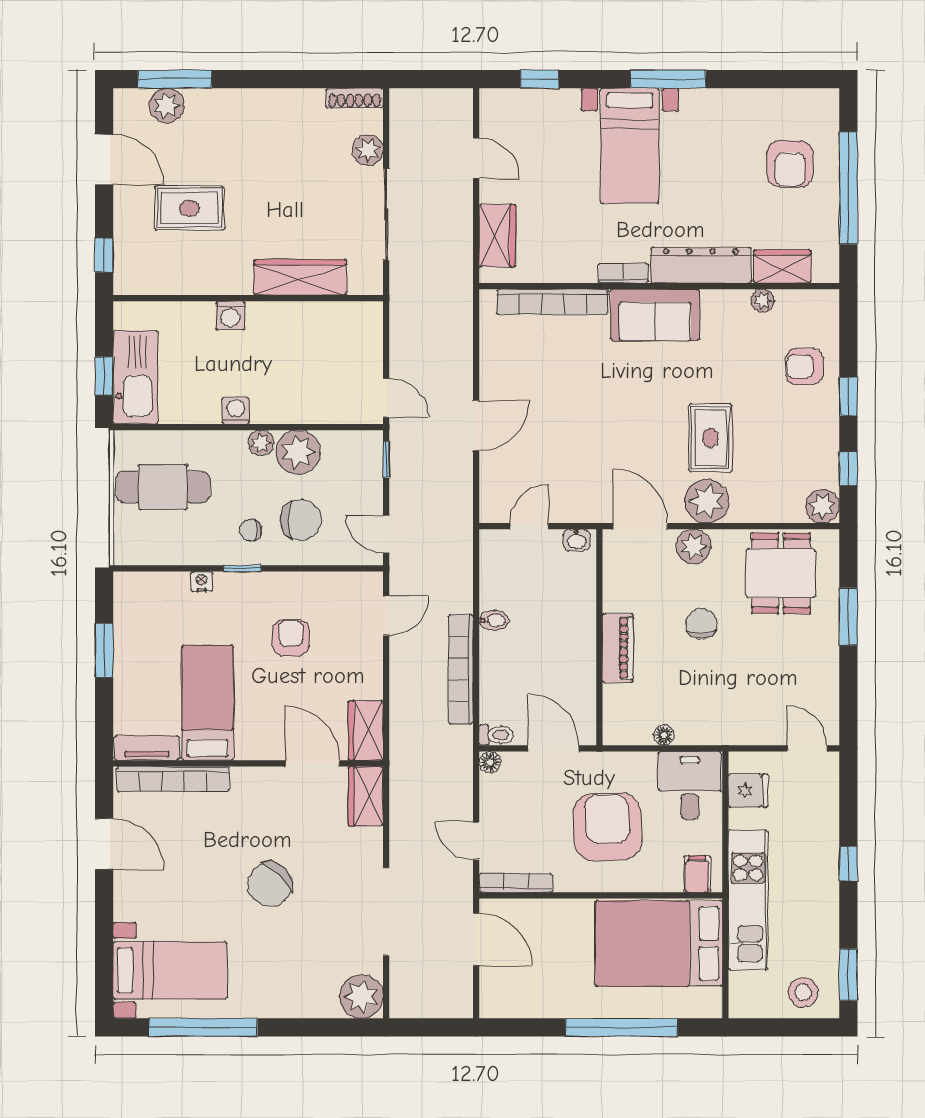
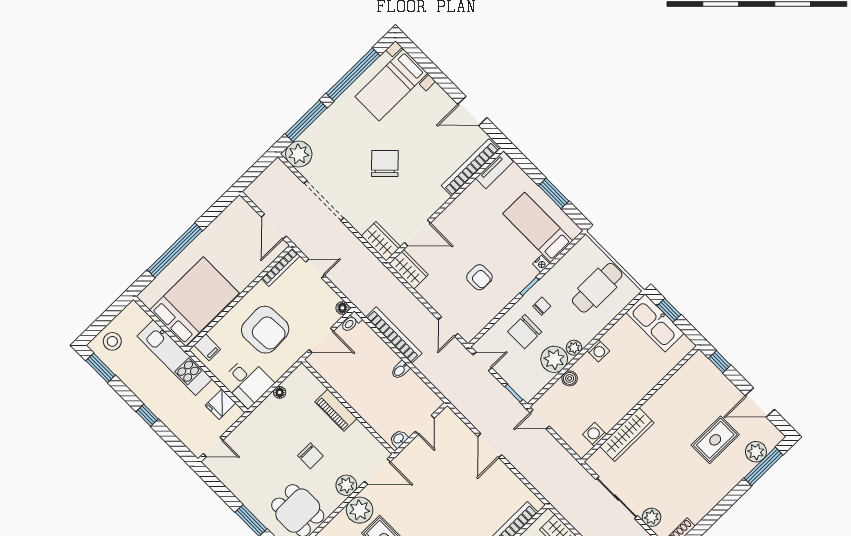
rug: (189, 208) -> (715, 440), moved
washing machine: (230, 315) -> (595, 434), moved
boiler: (302, 411) -> (570, 378), added
bed: (208, 703) -> (538, 227), moved, turned 180
door: (476, 939) -> (274, 227), hinge flipped
window: (314, 1027) -> (306, 121), added

